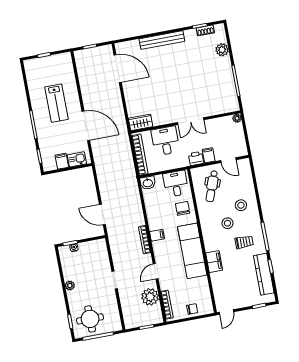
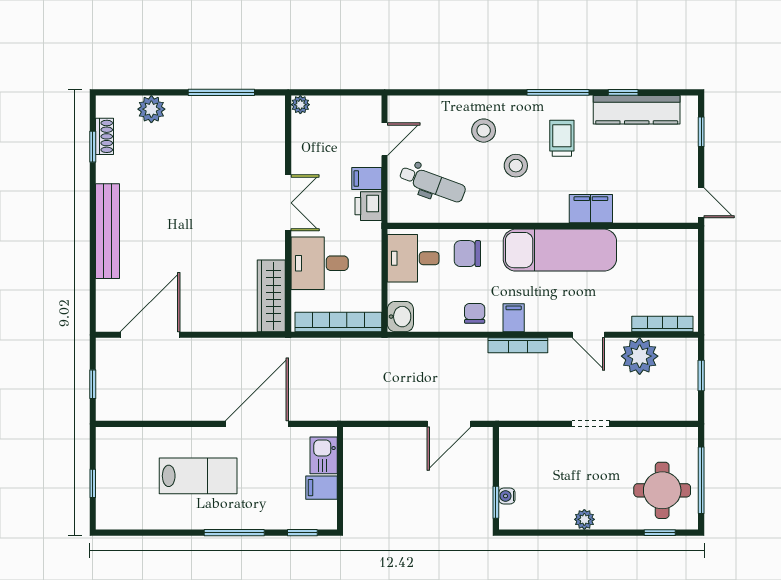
wardrobe: (141, 122) -> (271, 296), width x1.50
chair: (192, 309) -> (475, 313), moved

